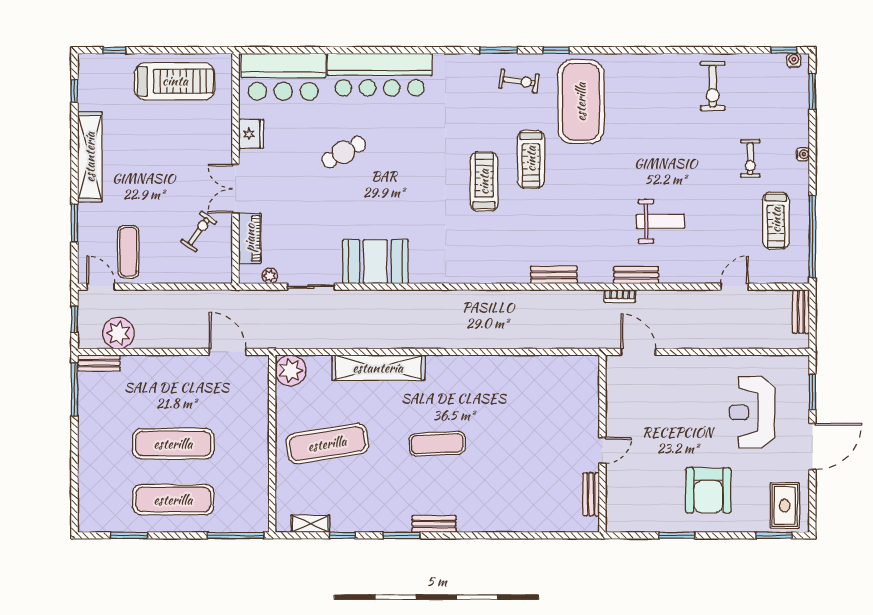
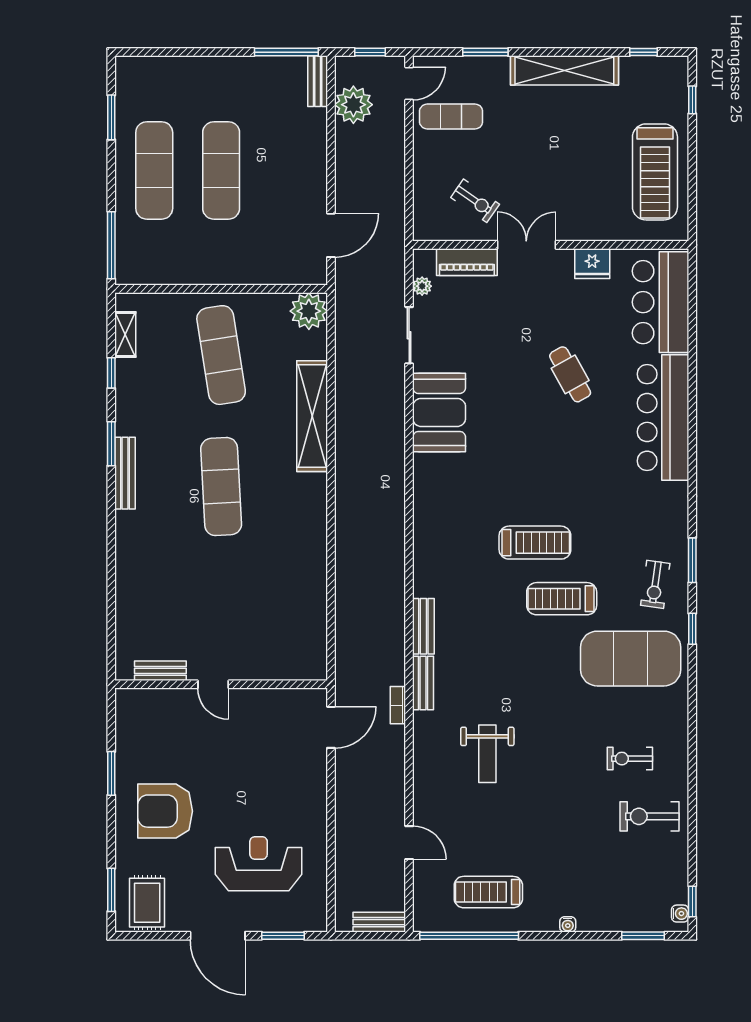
exercise bike: (750, 159) -> (630, 759), moved
bench: (636, 275) -> (423, 683), moved
exercise mat: (437, 444) -> (221, 487), width x1.36, depth x1.45
rug: (785, 505) -> (147, 903), turned 90
bench: (434, 524) -> (125, 473), width x1.36

